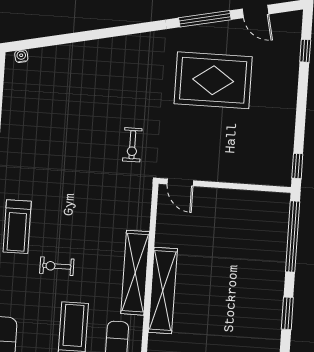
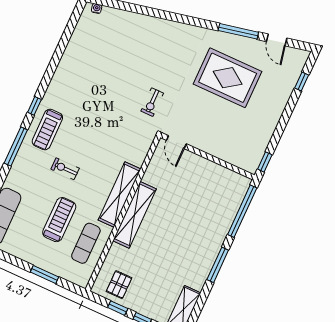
window: (287, 313) -> (218, 265), width x1.44

